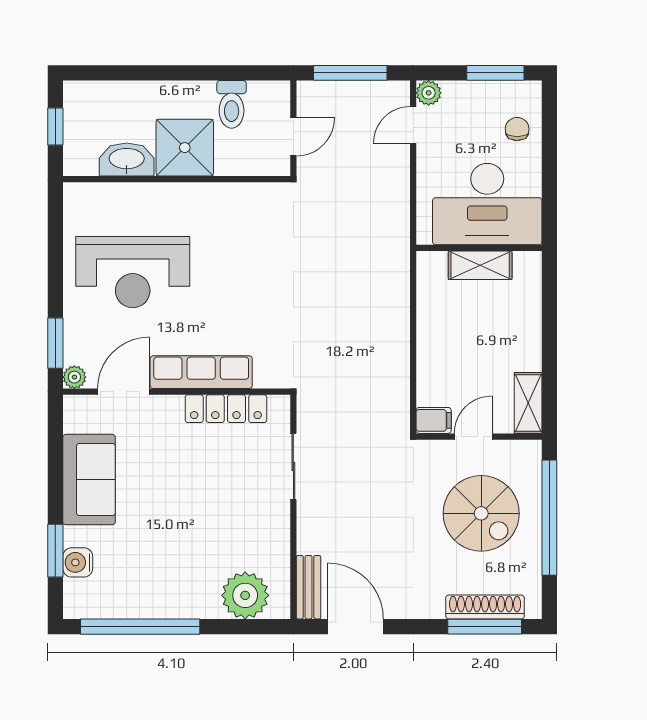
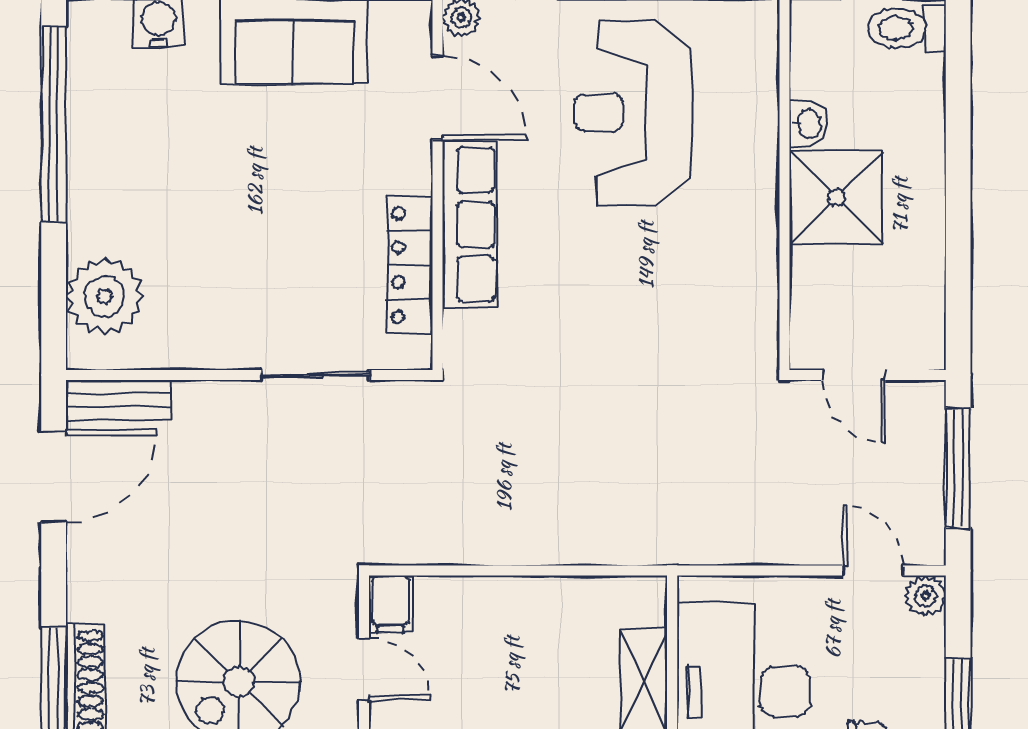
toilet: (232, 104) -> (907, 28), moved
washbasin: (127, 160) -> (808, 124), width x0.52, depth x0.69

